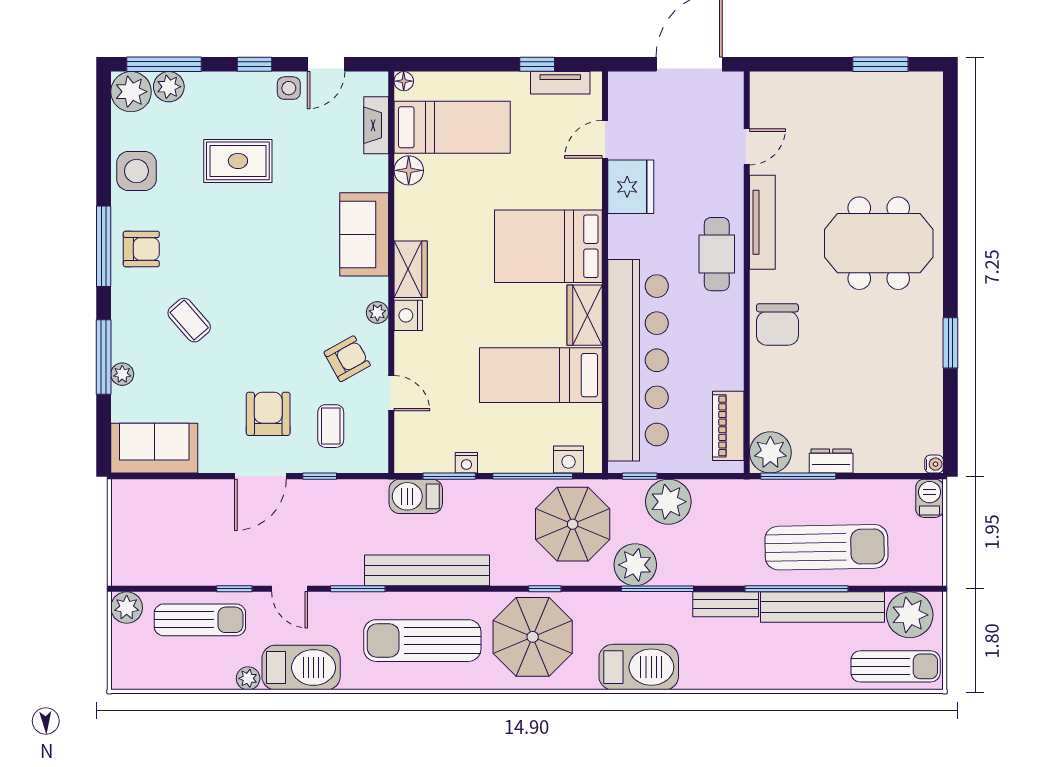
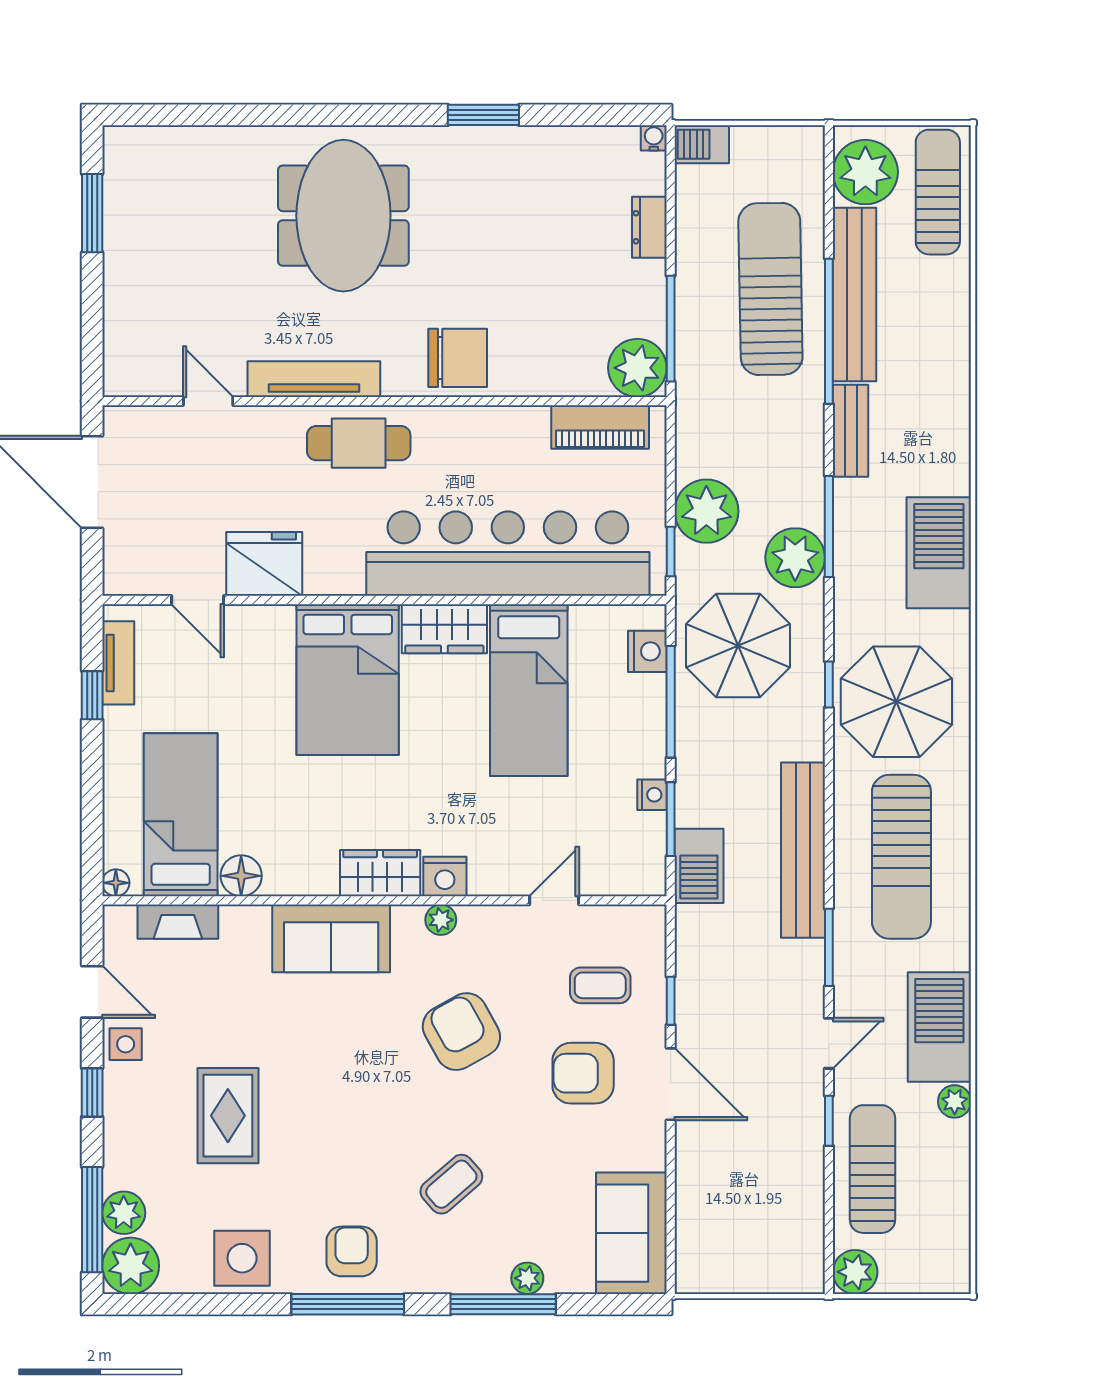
armchair: (347, 359) -> (461, 1032), moved, width x1.38, depth x1.38
dresser: (831, 461) -> (649, 227), moved

